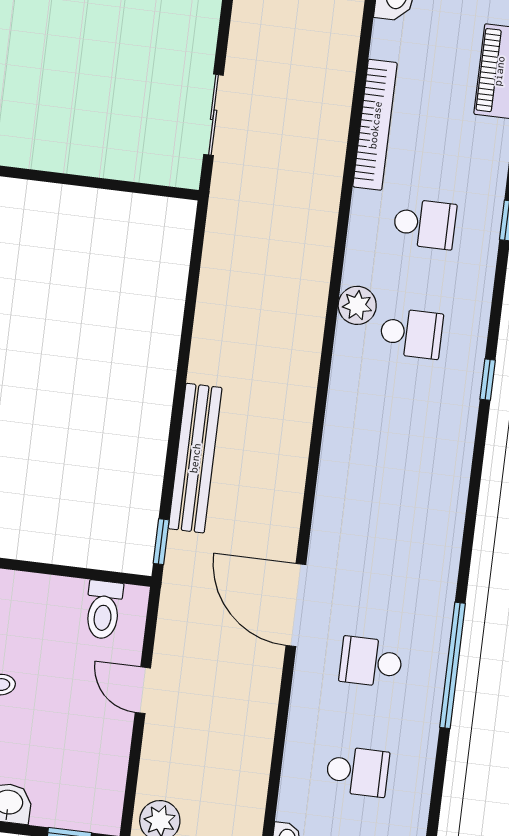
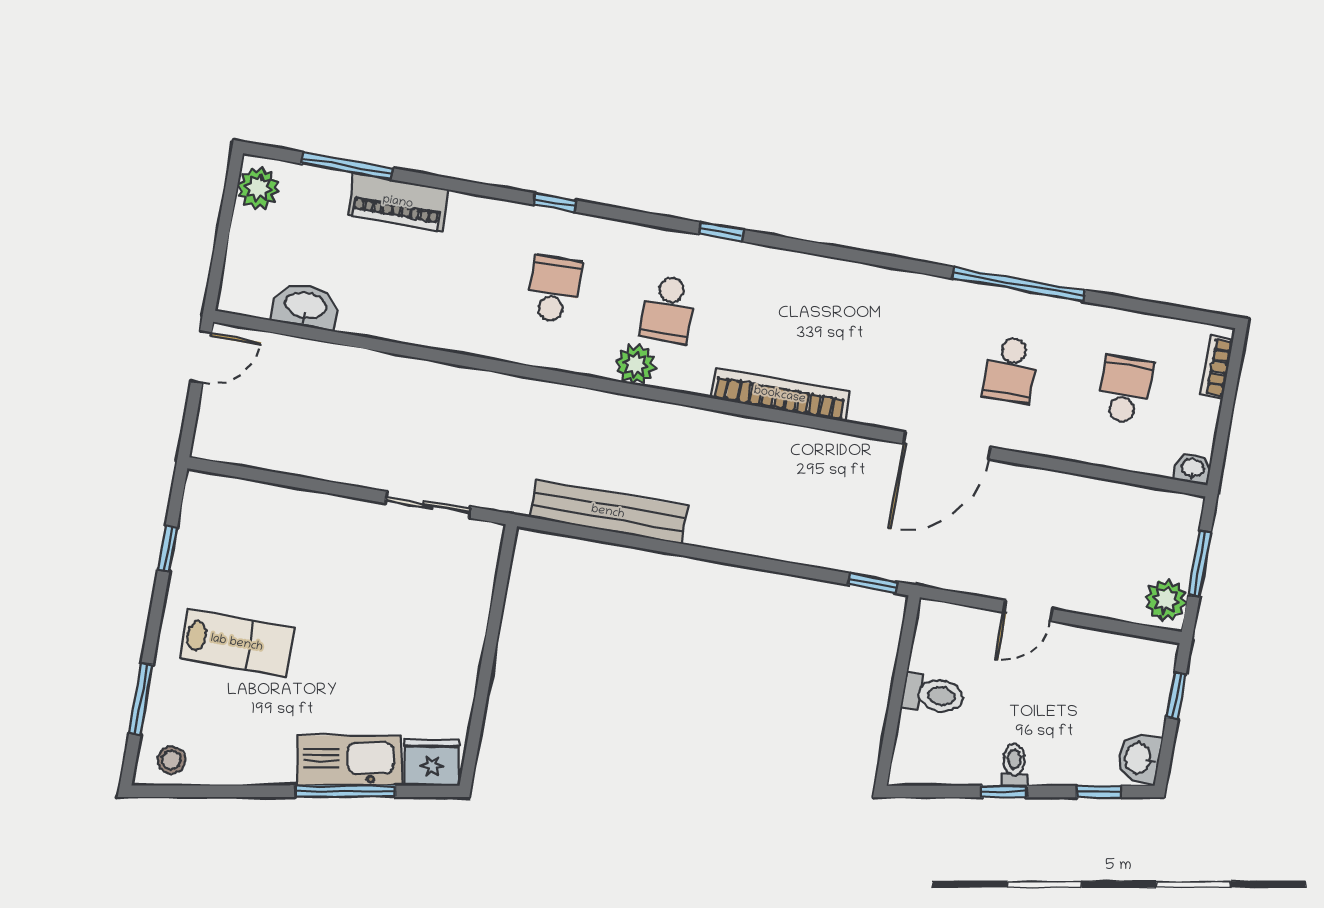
bookcase: (375, 125) -> (780, 395), moved
school desk: (411, 333) -> (668, 309), turned 180
bench: (195, 458) -> (608, 512), moved
toilet: (104, 610) -> (933, 694), moved

